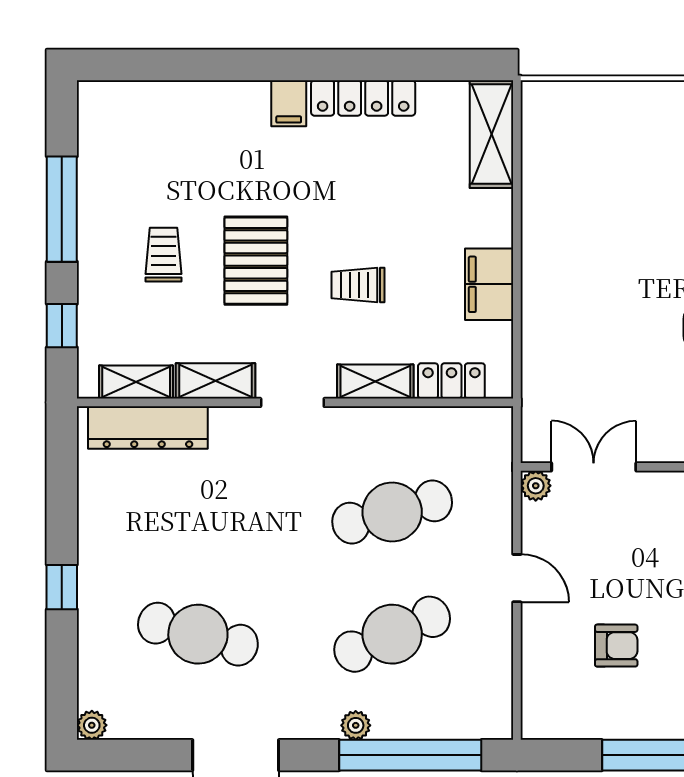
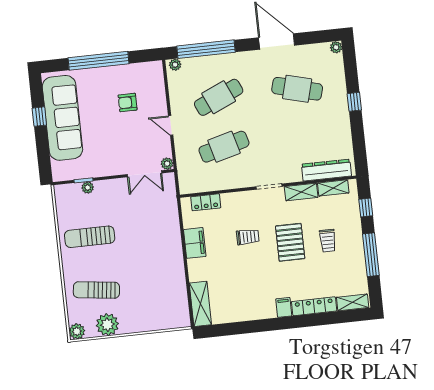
locker: (363, 98) -> (314, 306), moved
shelving: (375, 382) -> (353, 302), moved
plant: (356, 725) -> (175, 65), moved

